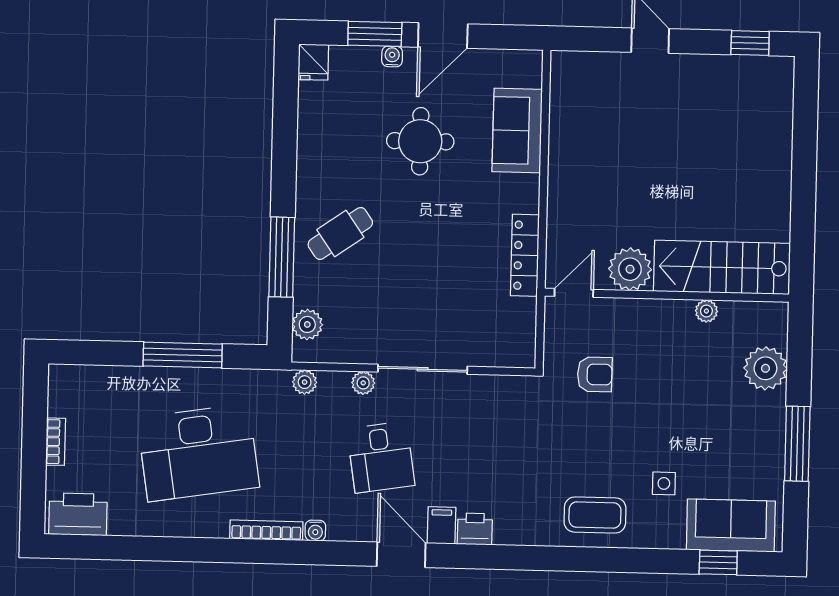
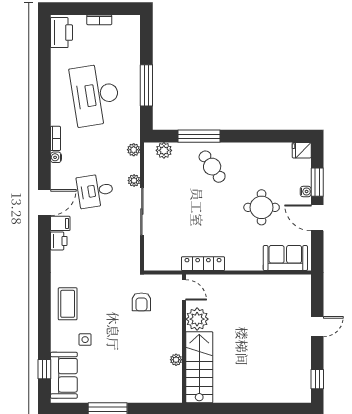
sofa: (517, 131) -> (285, 258), moved
plant: (765, 368) -> (147, 391), removed
bookcase: (266, 530) -> (55, 138), width x0.64

